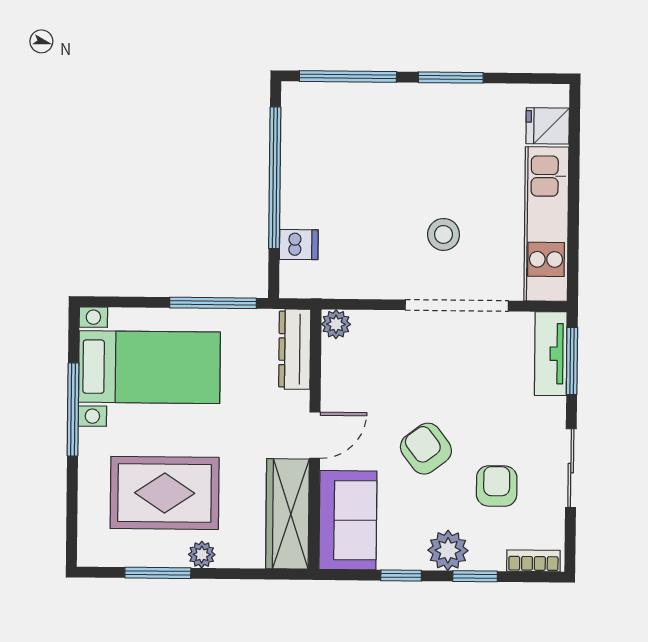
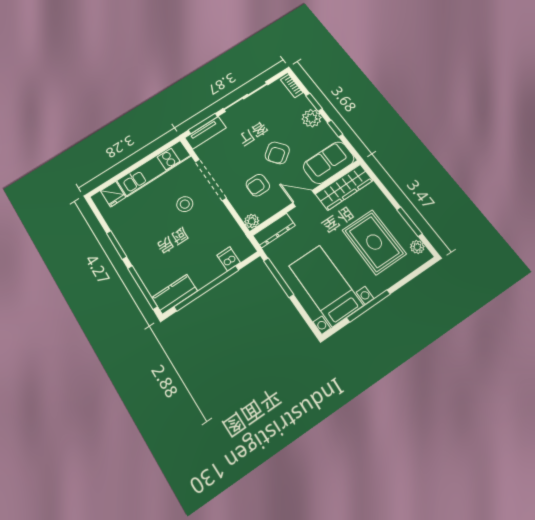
kitchen counter: (301, 121) -> (175, 294), added
sliding door: (571, 468) -> (246, 97), width x1.37
armchair: (497, 486) -> (258, 185), moved
plant: (202, 555) -> (417, 247), moved

